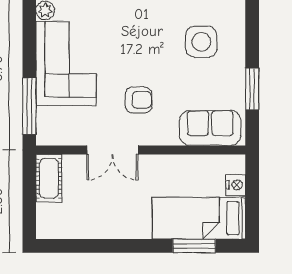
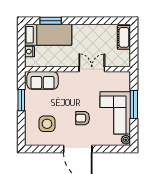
armchair: (138, 100) -> (83, 118), moved
window: (29, 106) -> (134, 105), moved
cot: (49, 178) -> (124, 37), moved

